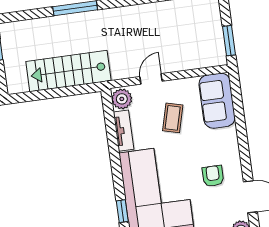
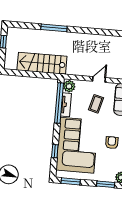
door: (151, 79) -> (99, 79), moved
window: (111, 130) -> (59, 103), added

